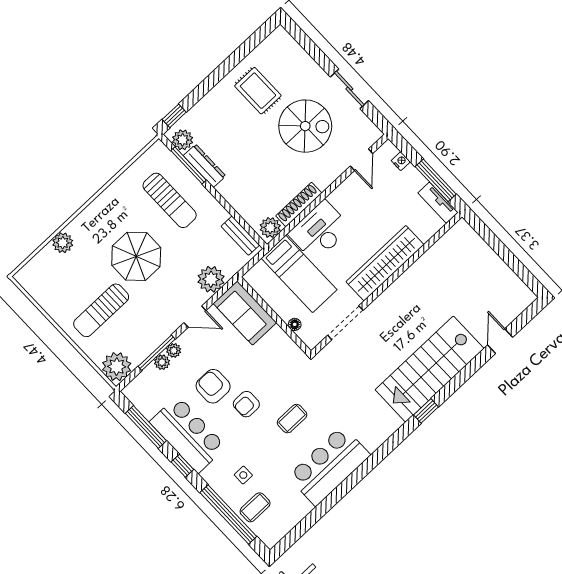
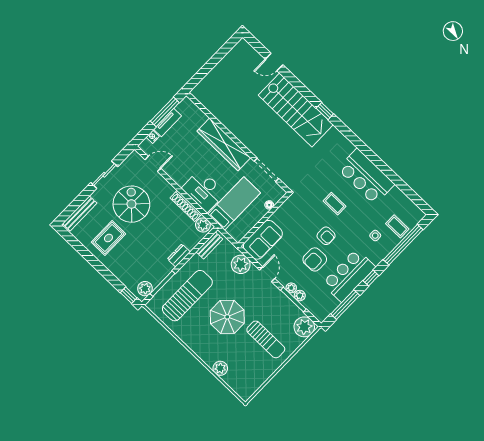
bench: (295, 51) -> (80, 213), added
dresser: (205, 166) -> (179, 255), moved, width x0.70
sun lounger: (170, 200) -> (187, 296), width x1.36, depth x1.34
tv unit: (438, 203) -> (168, 123), moved

